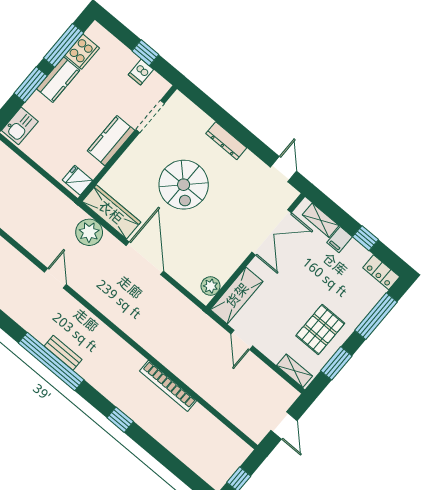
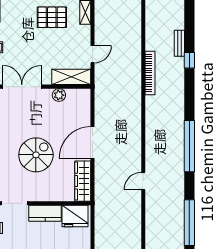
fridge: (78, 180) -> (75, 216), width x1.88, depth x1.34
plant: (89, 232) -> (104, 184), removed
plant: (211, 286) -> (59, 95), moved
bench: (63, 353) -> (179, 43), moved
window: (120, 420) -> (189, 60), moved

